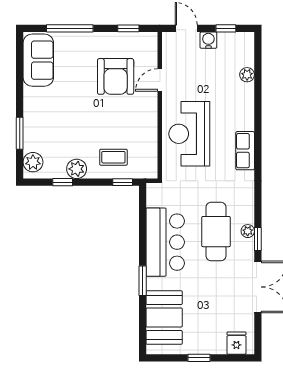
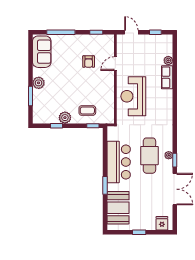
water cooler: (208, 40) -> (145, 39), removed
armchair: (116, 76) -> (89, 62), width x0.53, depth x0.53
row of seats: (245, 151) -> (167, 77), moved
plant: (33, 162) -> (39, 83), moved

